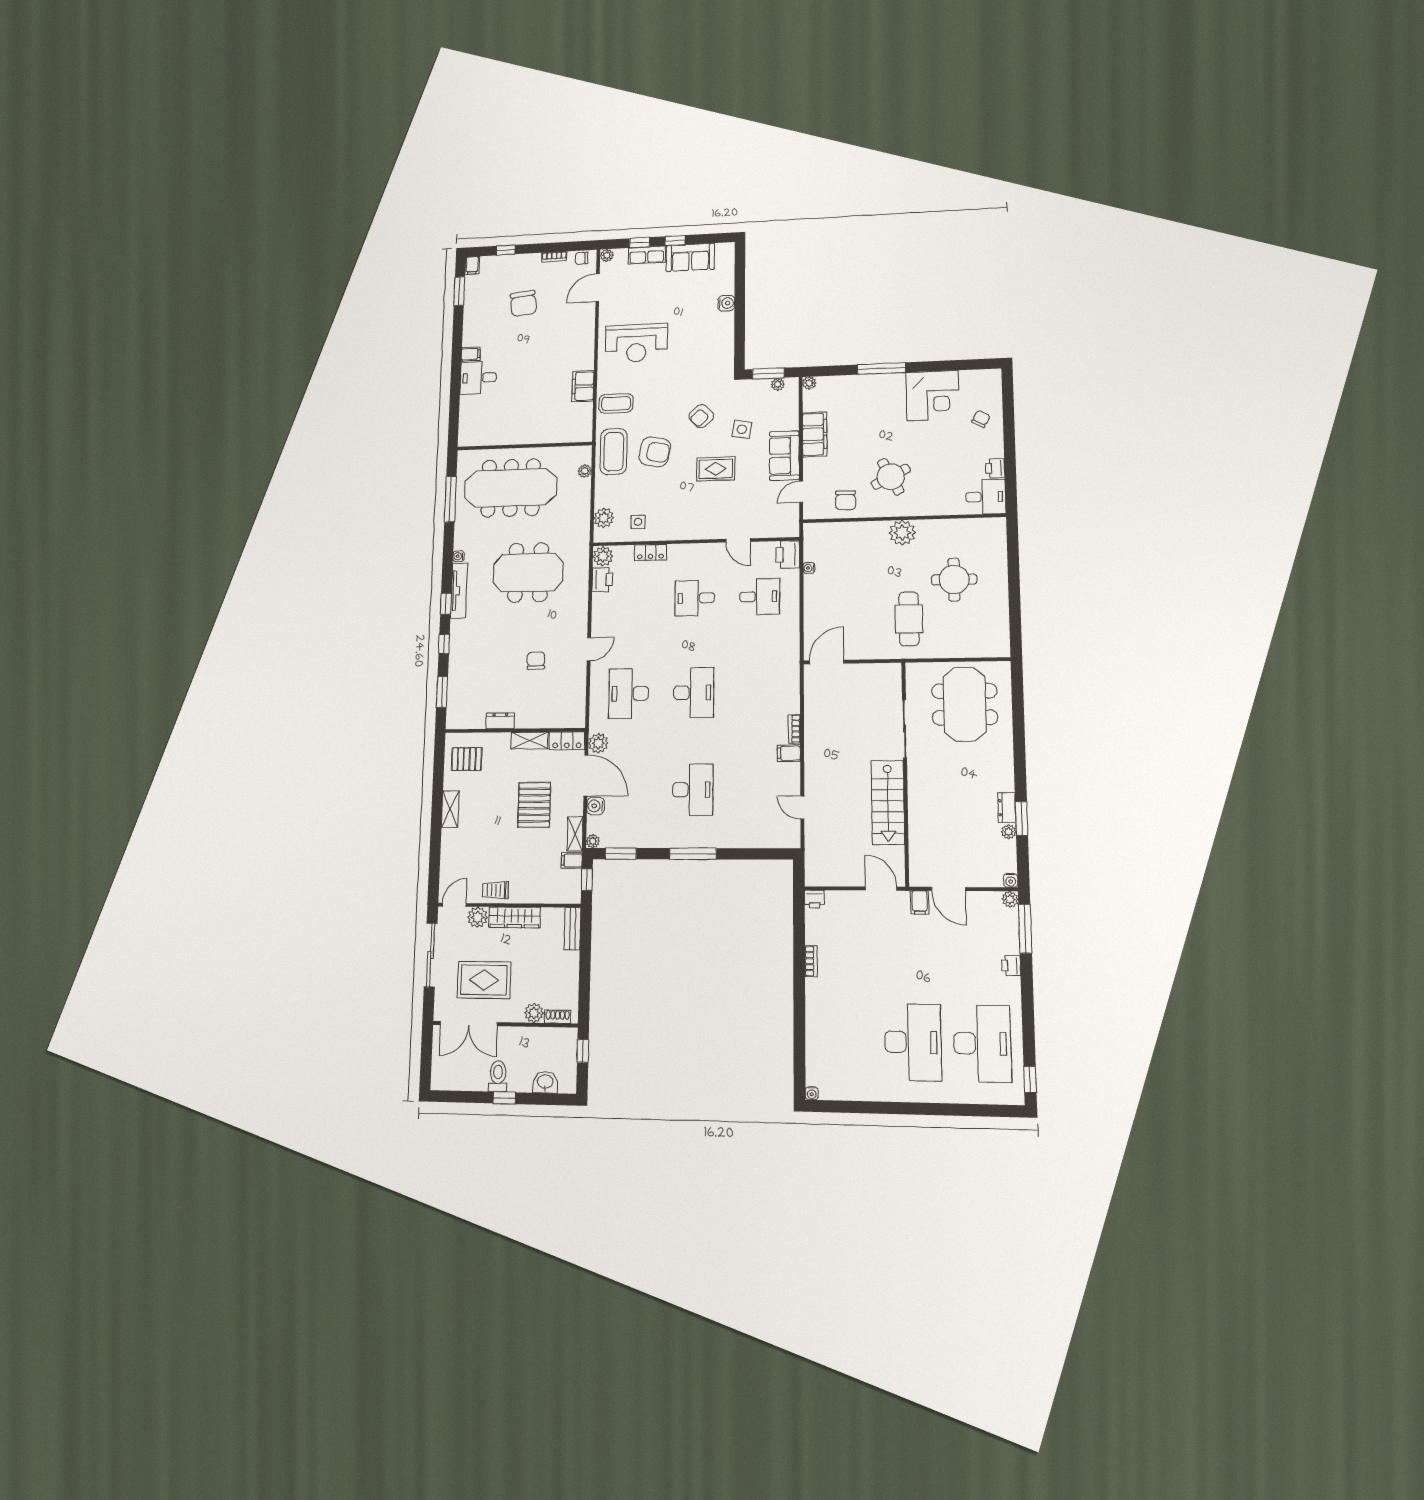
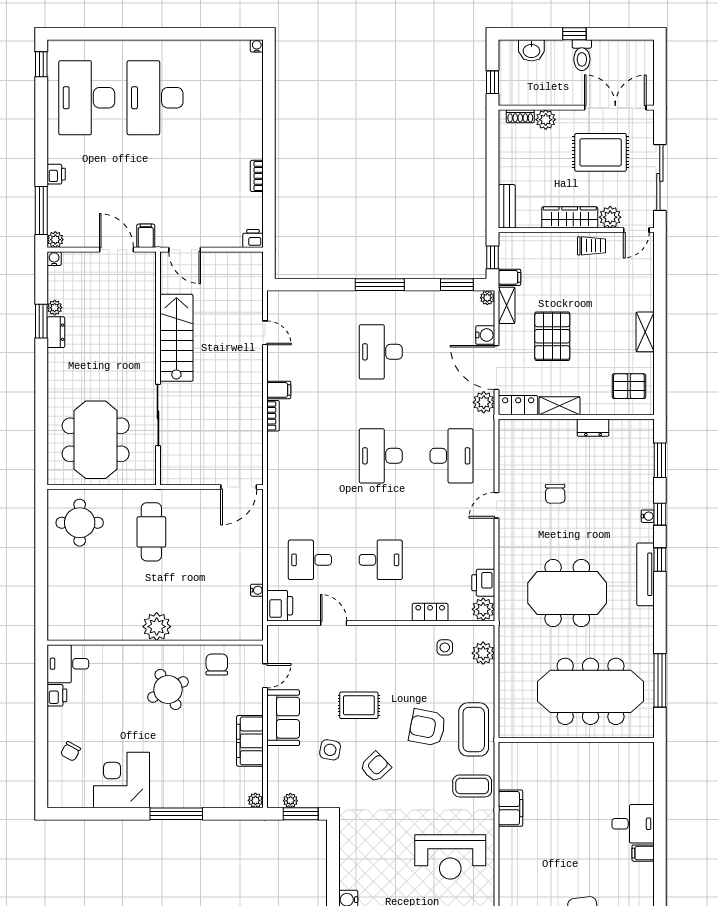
reception desk: (636, 343) -> (450, 857), turned 180
plant: (585, 471) -> (506, 708), removed
water cooler: (458, 556) -> (648, 516), moved
round table: (954, 580) -> (80, 523), moved

